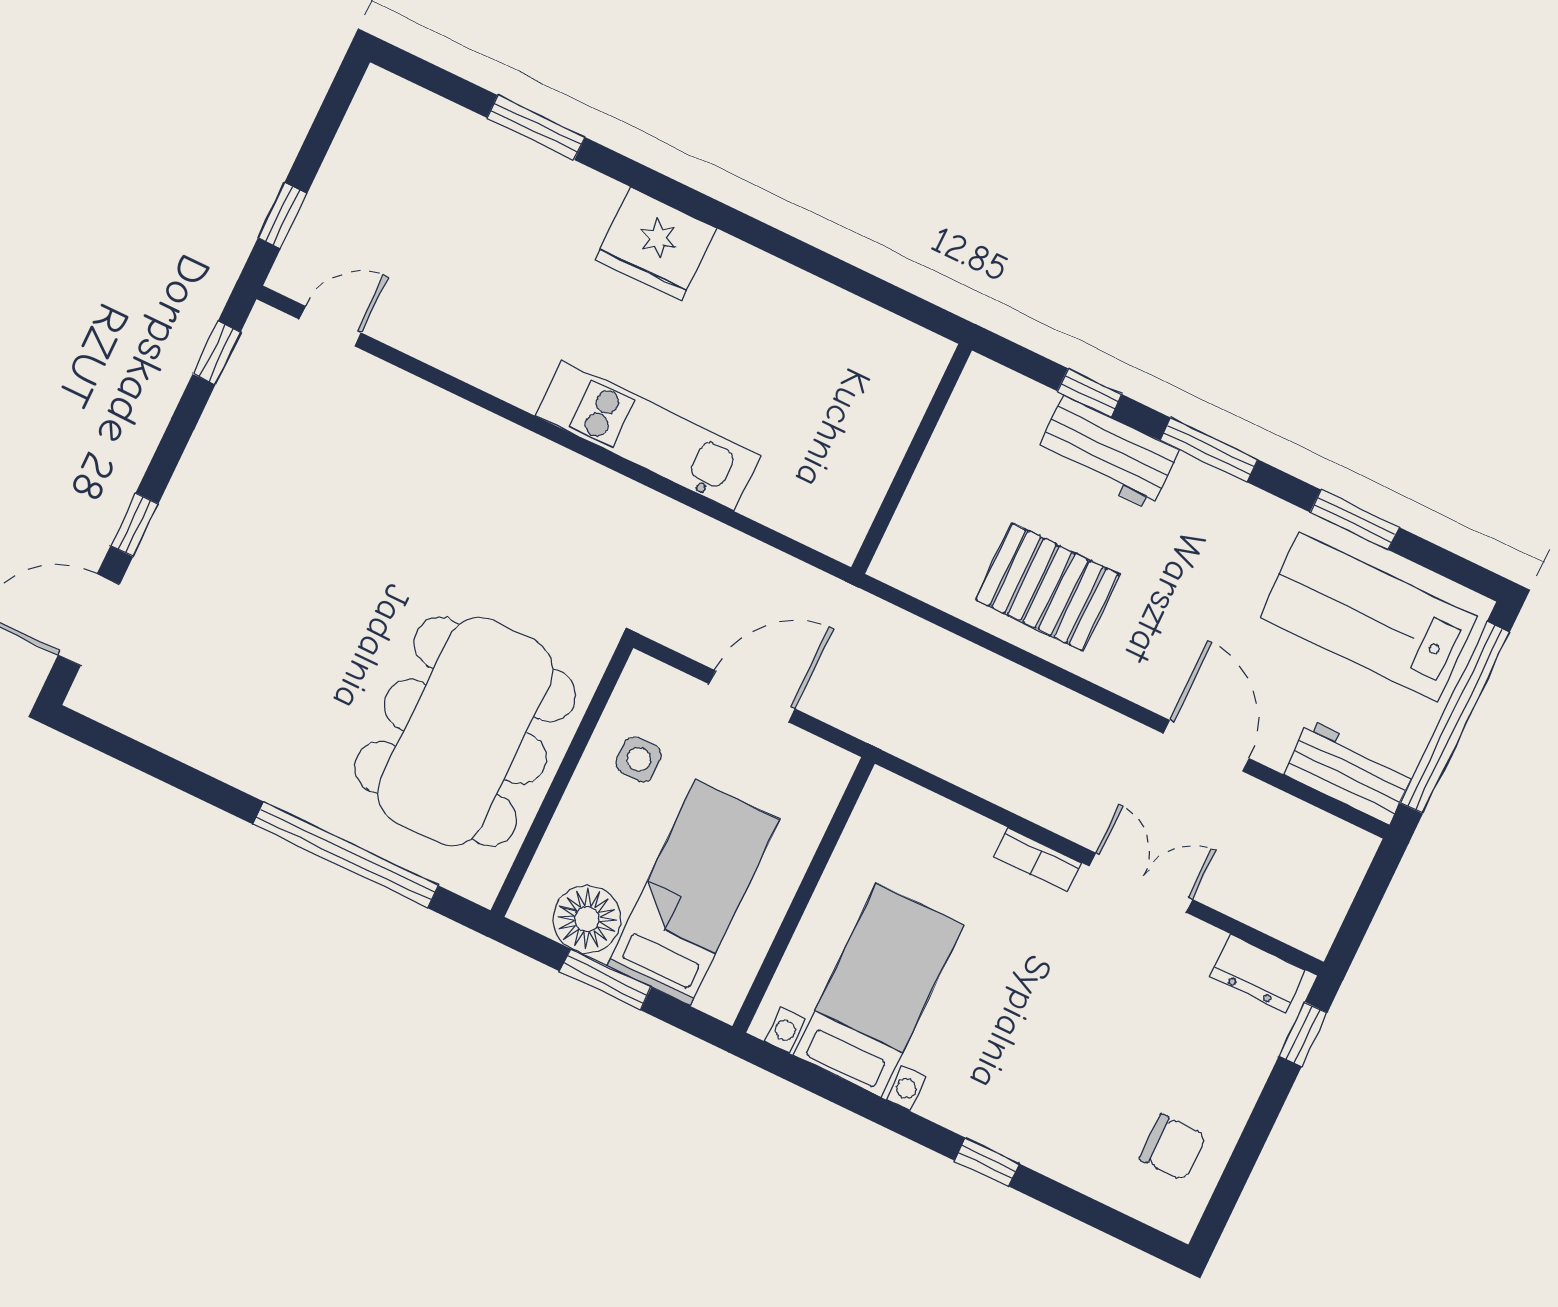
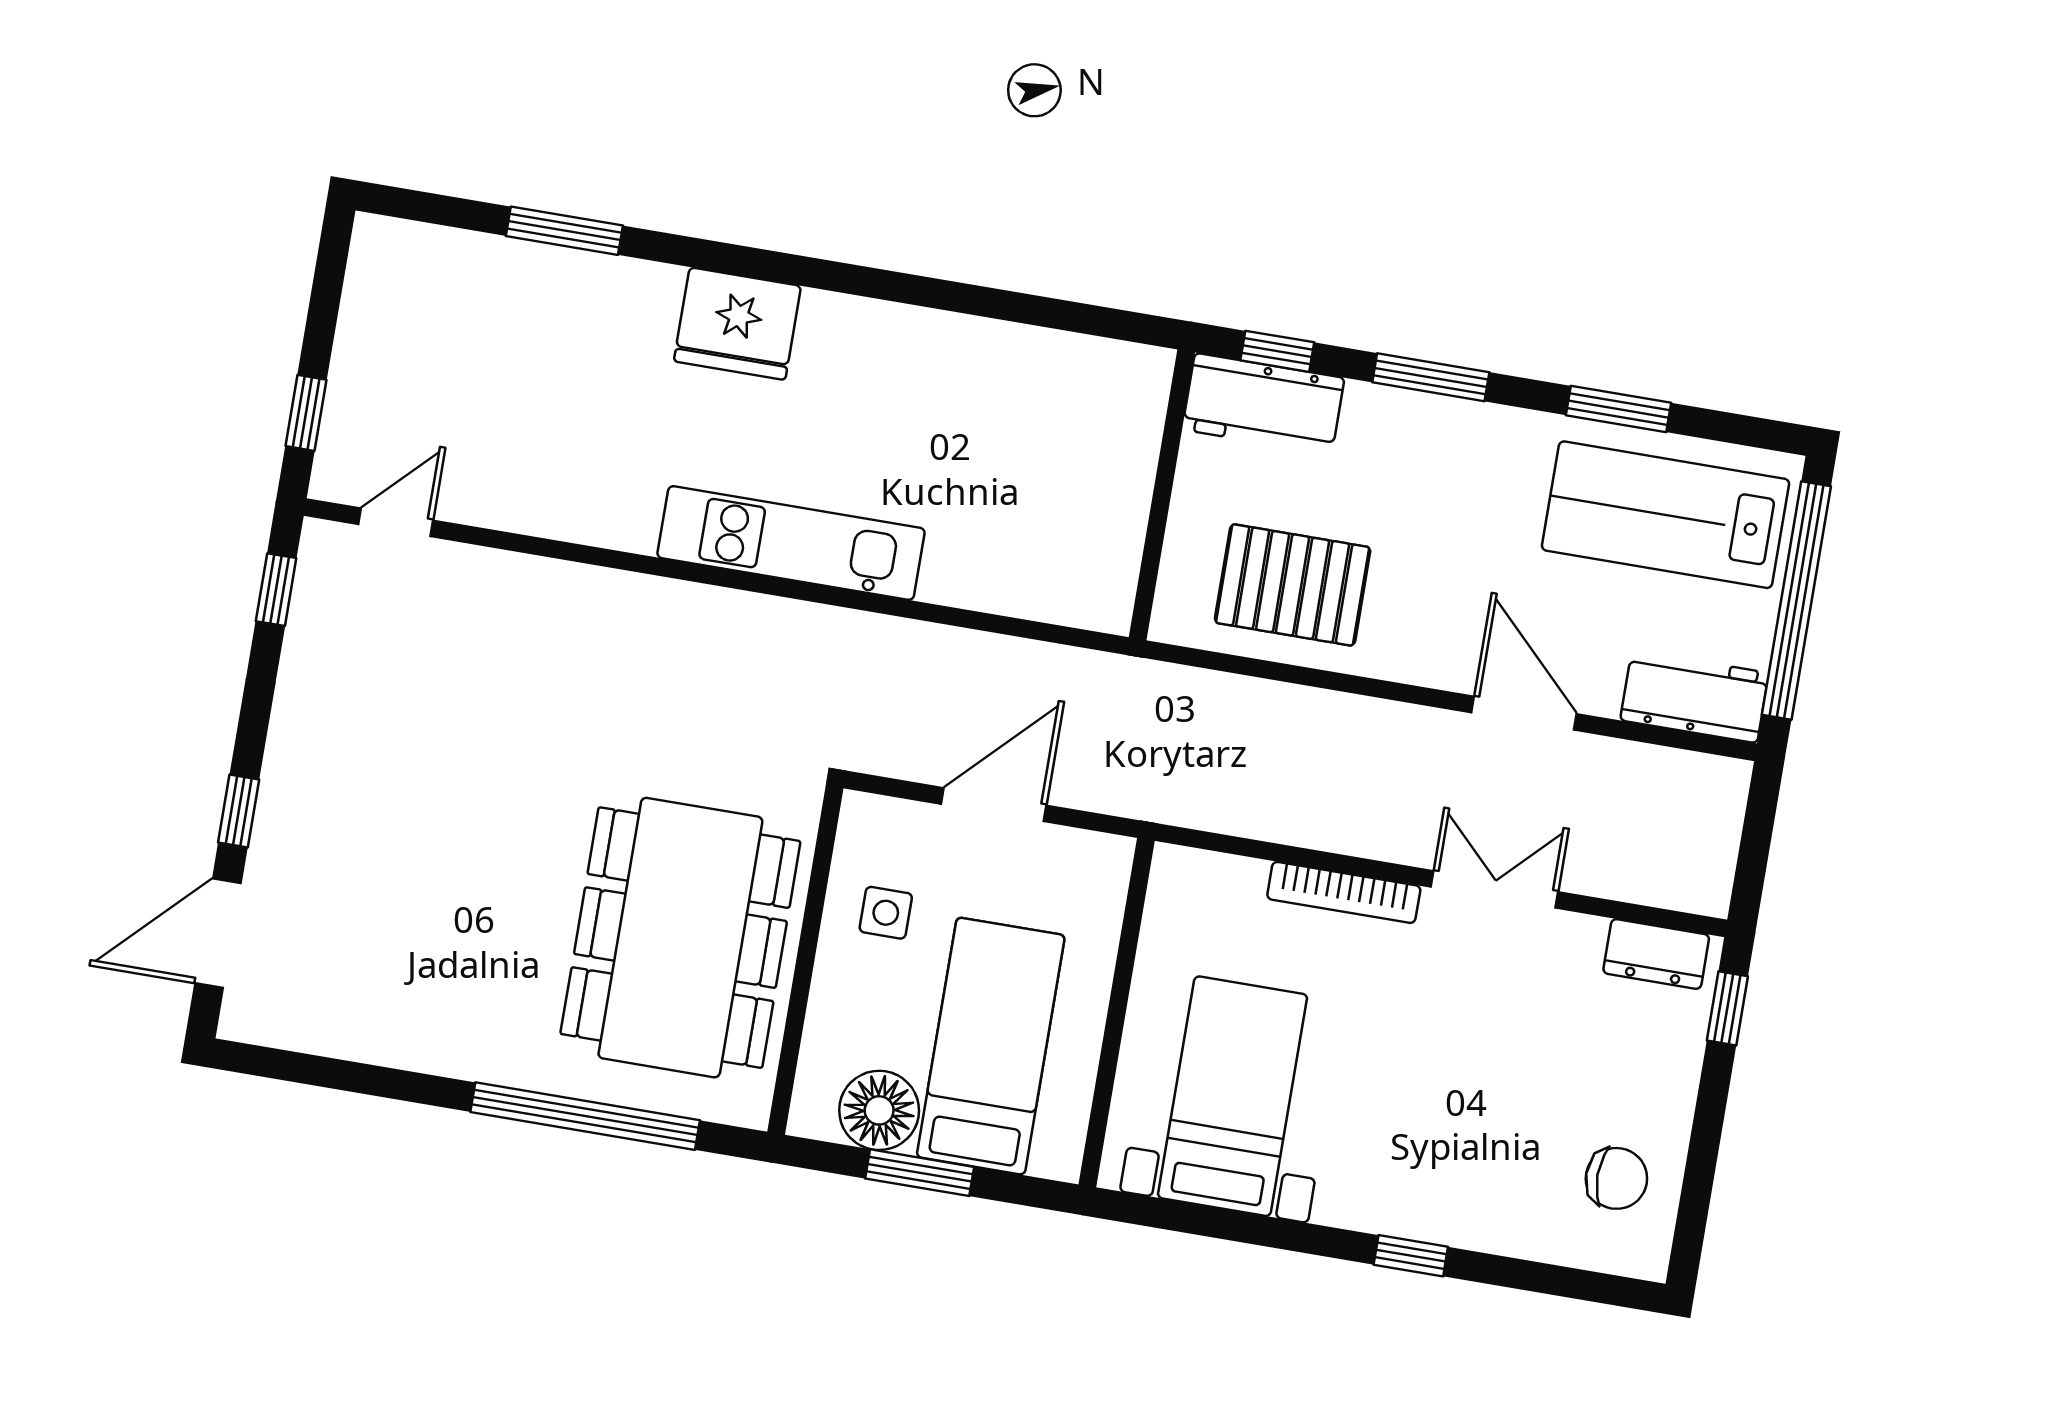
workbench: (1107, 452) -> (1263, 404), moved
wall: (912, 459) -> (1162, 495), moved
bookcase: (1038, 860) -> (1344, 892), width x1.56

